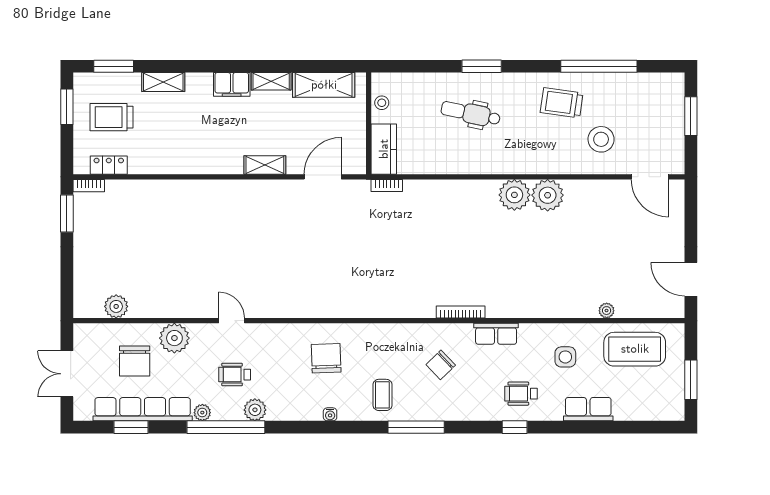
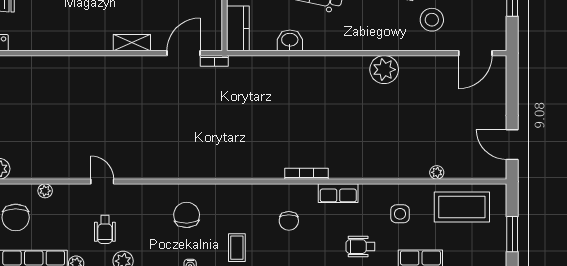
washbasin: (442, 163) -> (290, 40), added
door: (650, 177) -> (475, 53), hinge flipped
bookcase: (387, 186) -> (214, 61), moved
plant: (514, 195) -> (355, 69), removed
plant: (174, 338) -> (45, 191), width x0.53, depth x0.53
chair: (441, 365) -> (289, 221), turned -46
wheelchair: (235, 375) -> (105, 230), turned -90

